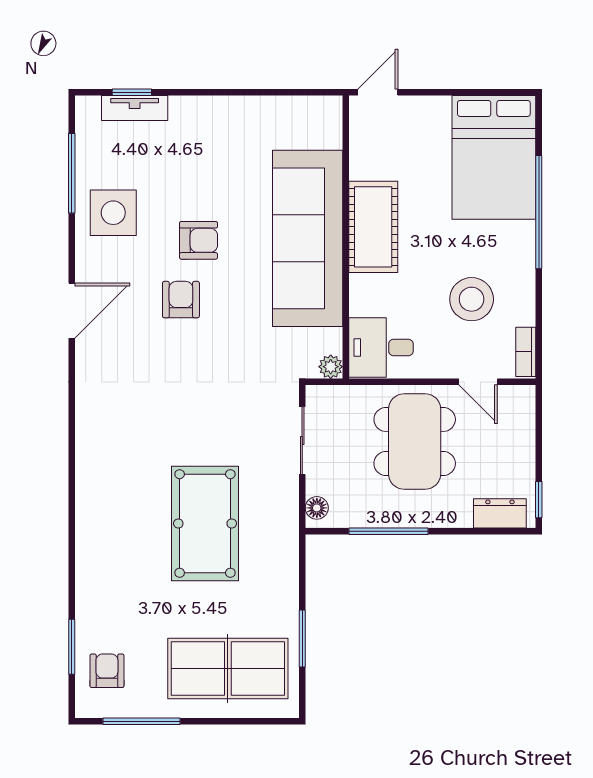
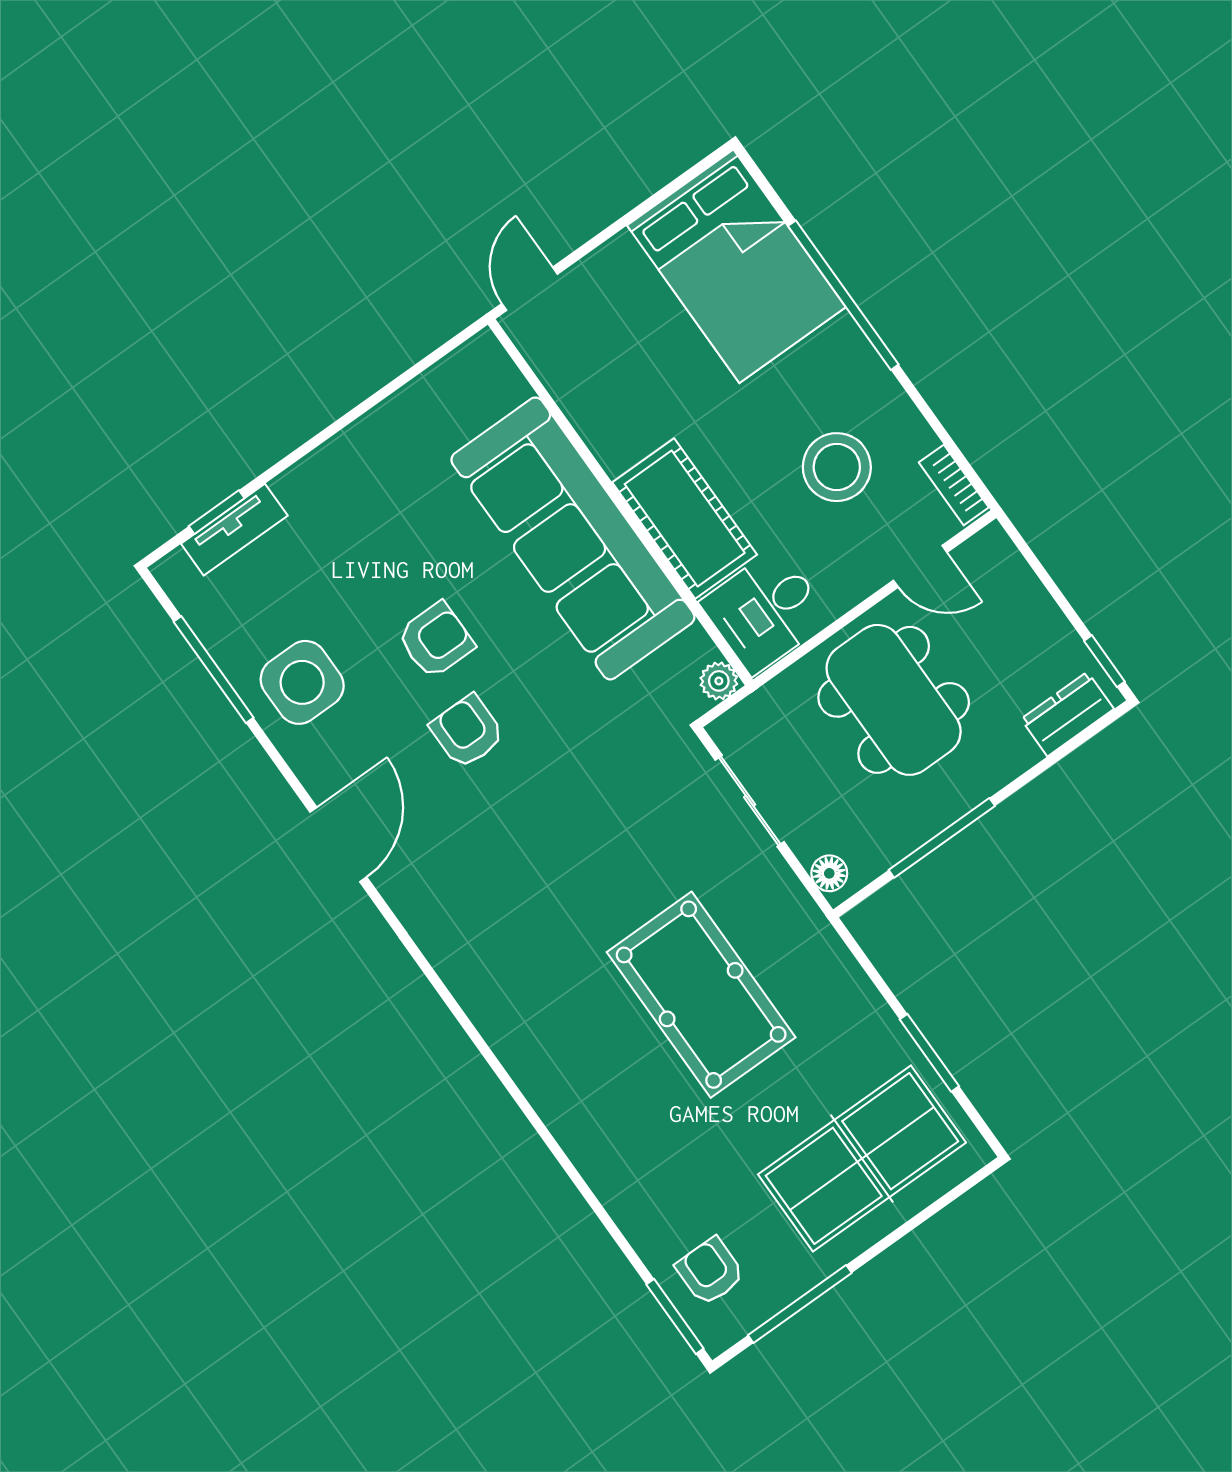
cot: (373, 227) -> (685, 519), moved
window: (72, 647) -> (675, 1316), moved

